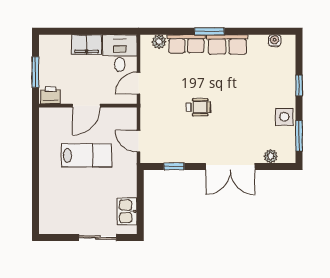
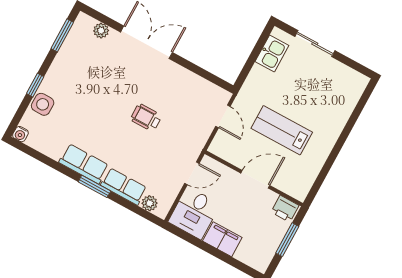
water cooler: (275, 41) -> (20, 134), moved
side table: (284, 117) -> (43, 104), moved
window: (174, 167) -> (202, 72), removed

